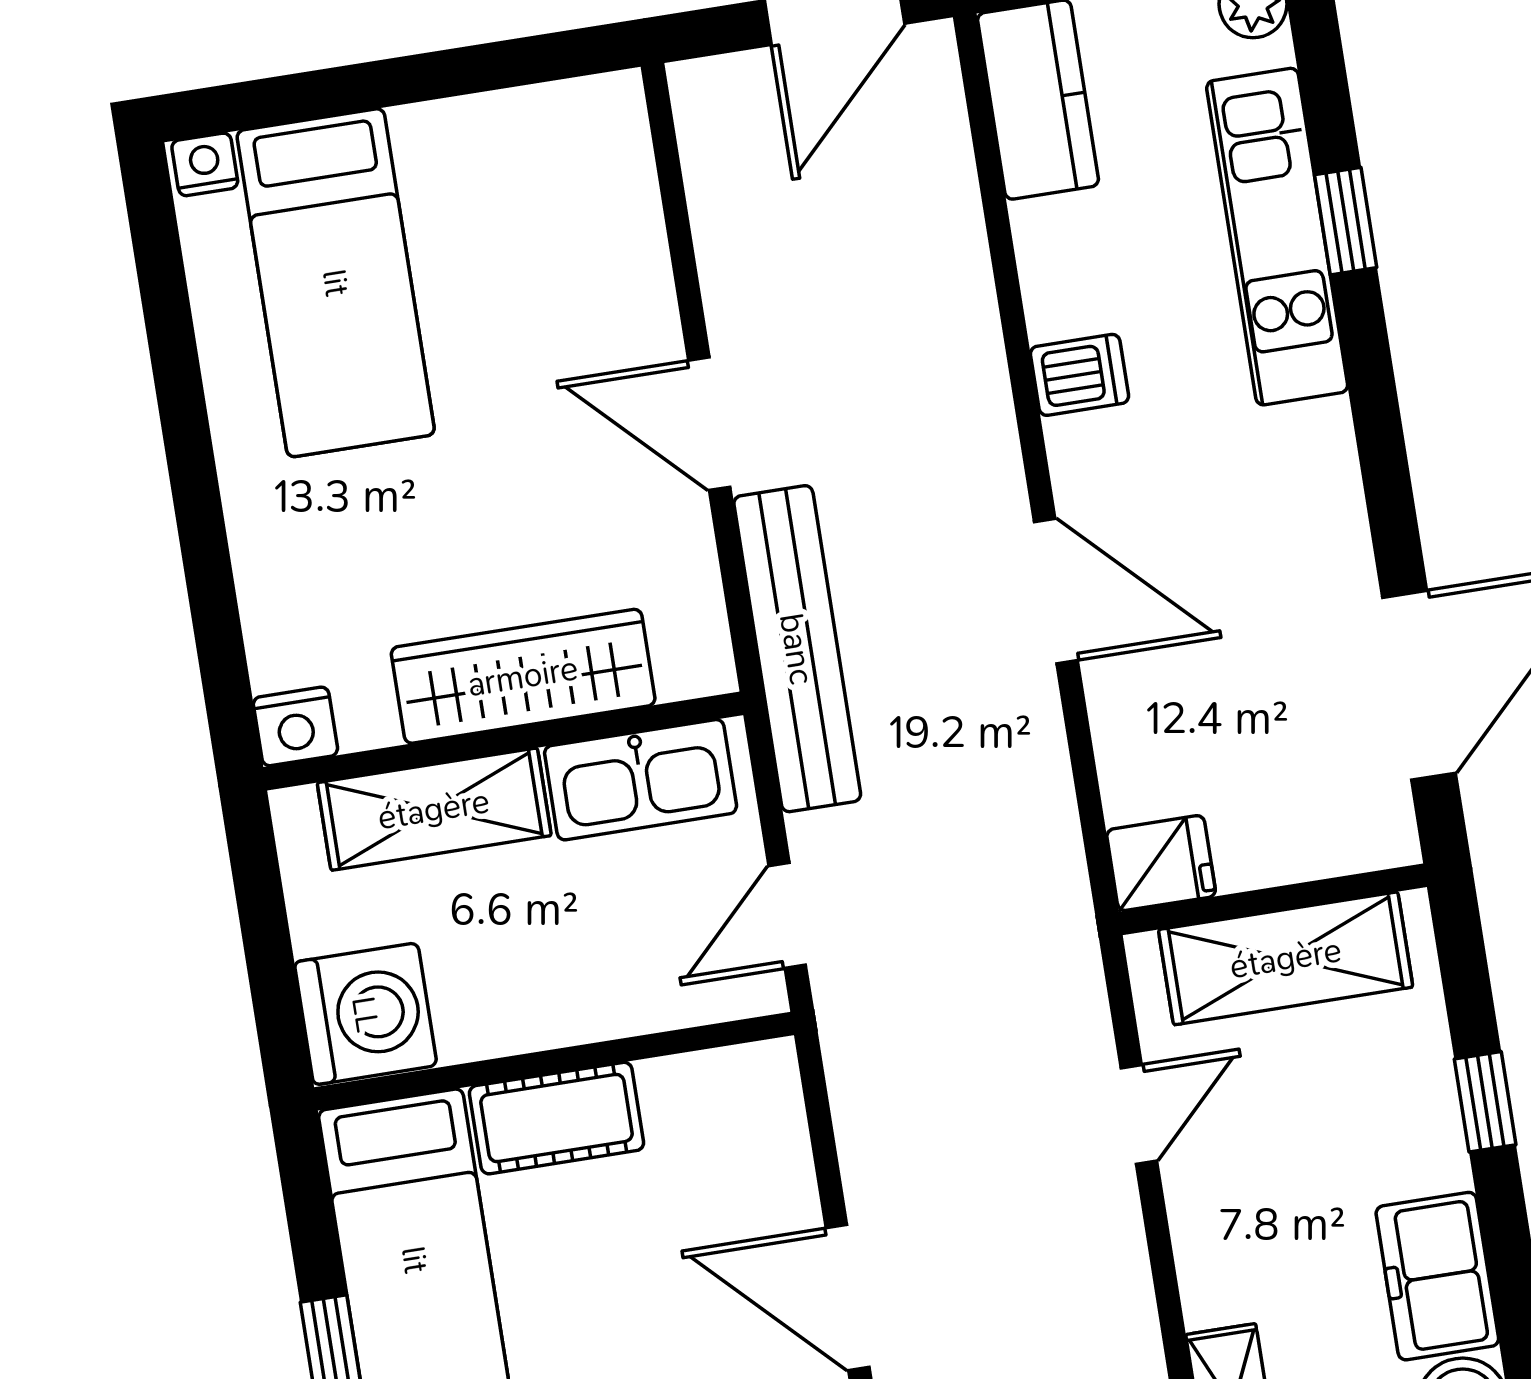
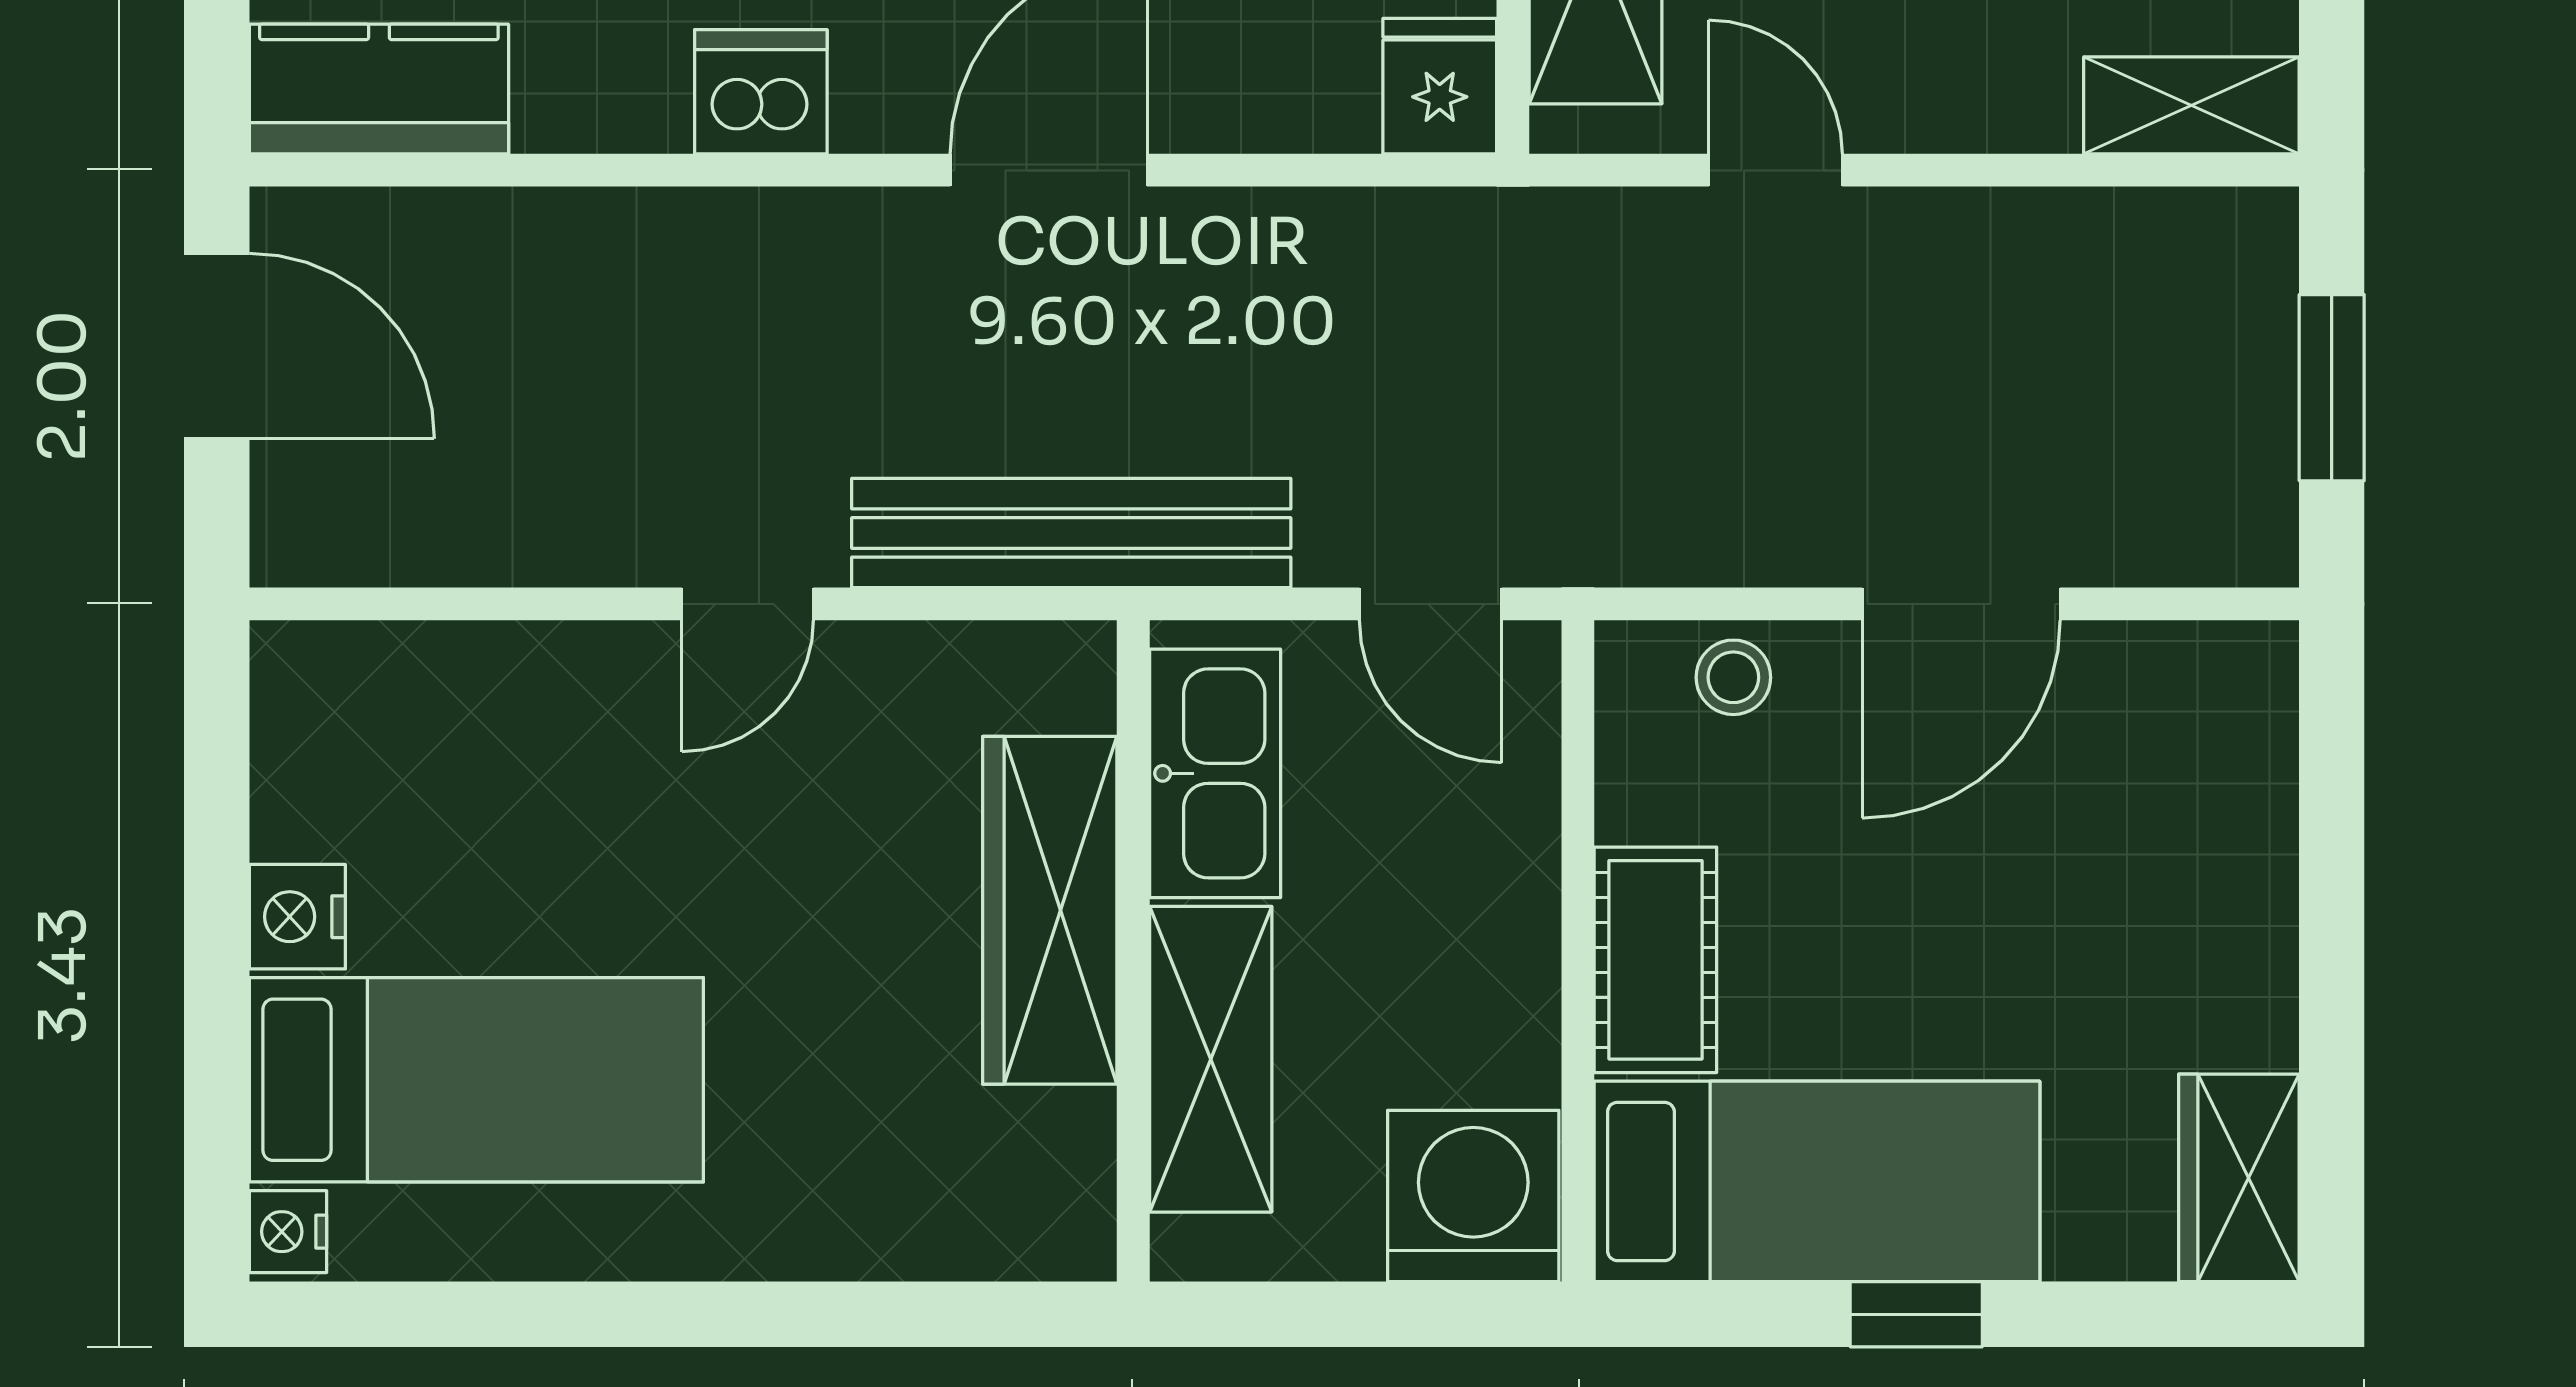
dishwasher: (1080, 375) -> (761, 92), width x1.38
door: (709, 424) -> (748, 604), width x0.73
nightstand: (295, 726) -> (297, 917), moved, turned 180
stool: (769, 1142) -> (1733, 677), added

